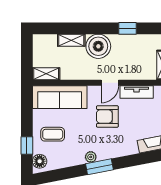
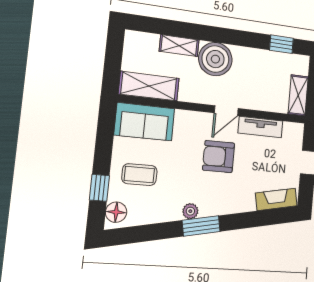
window: (128, 28) -> (281, 44), moved
shelving: (46, 74) -> (149, 86), width x1.50, depth x1.33
sofa: (60, 97) -> (144, 122), width x0.73

